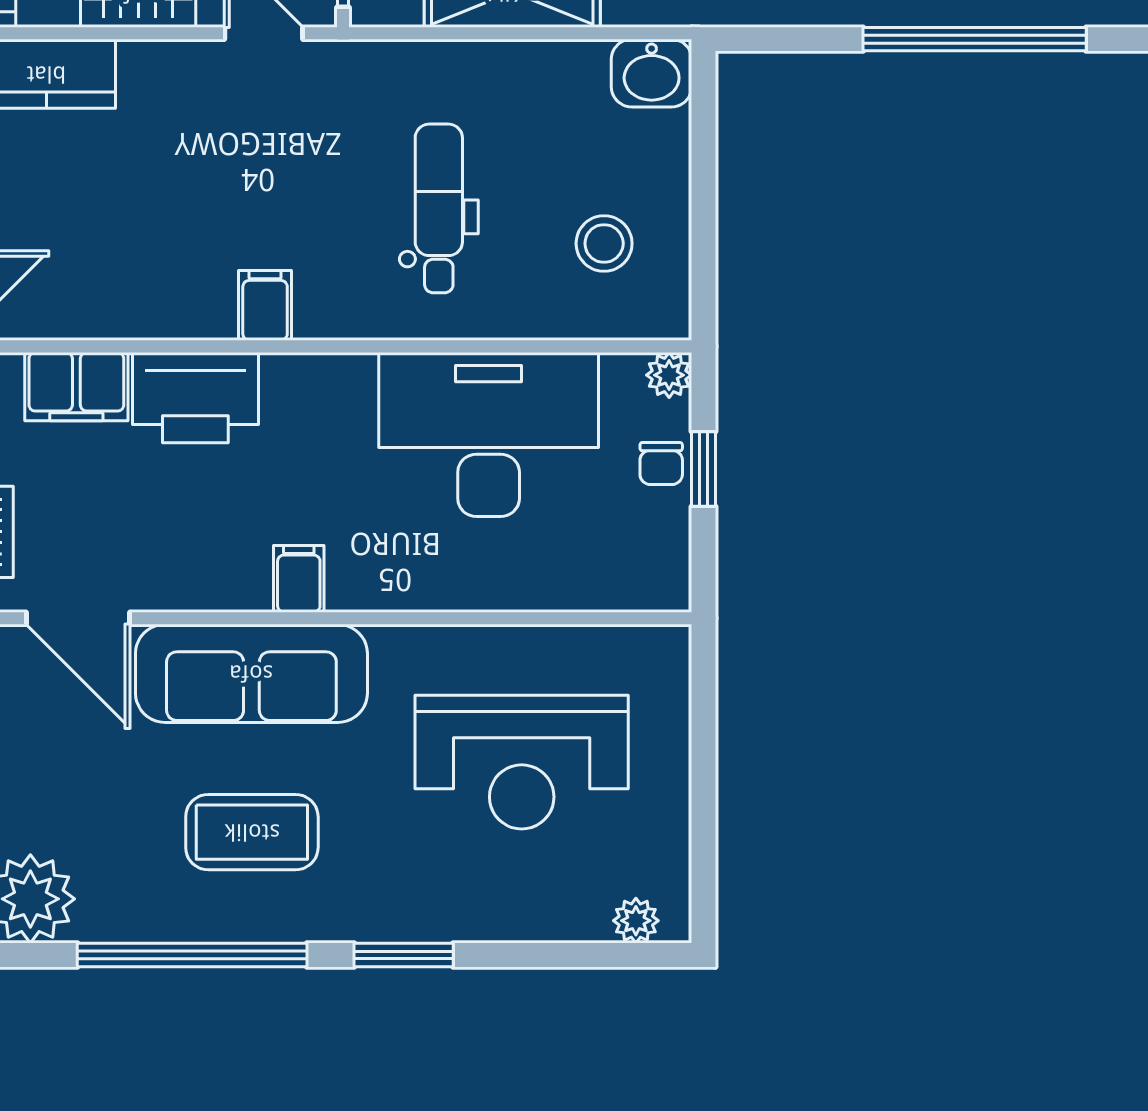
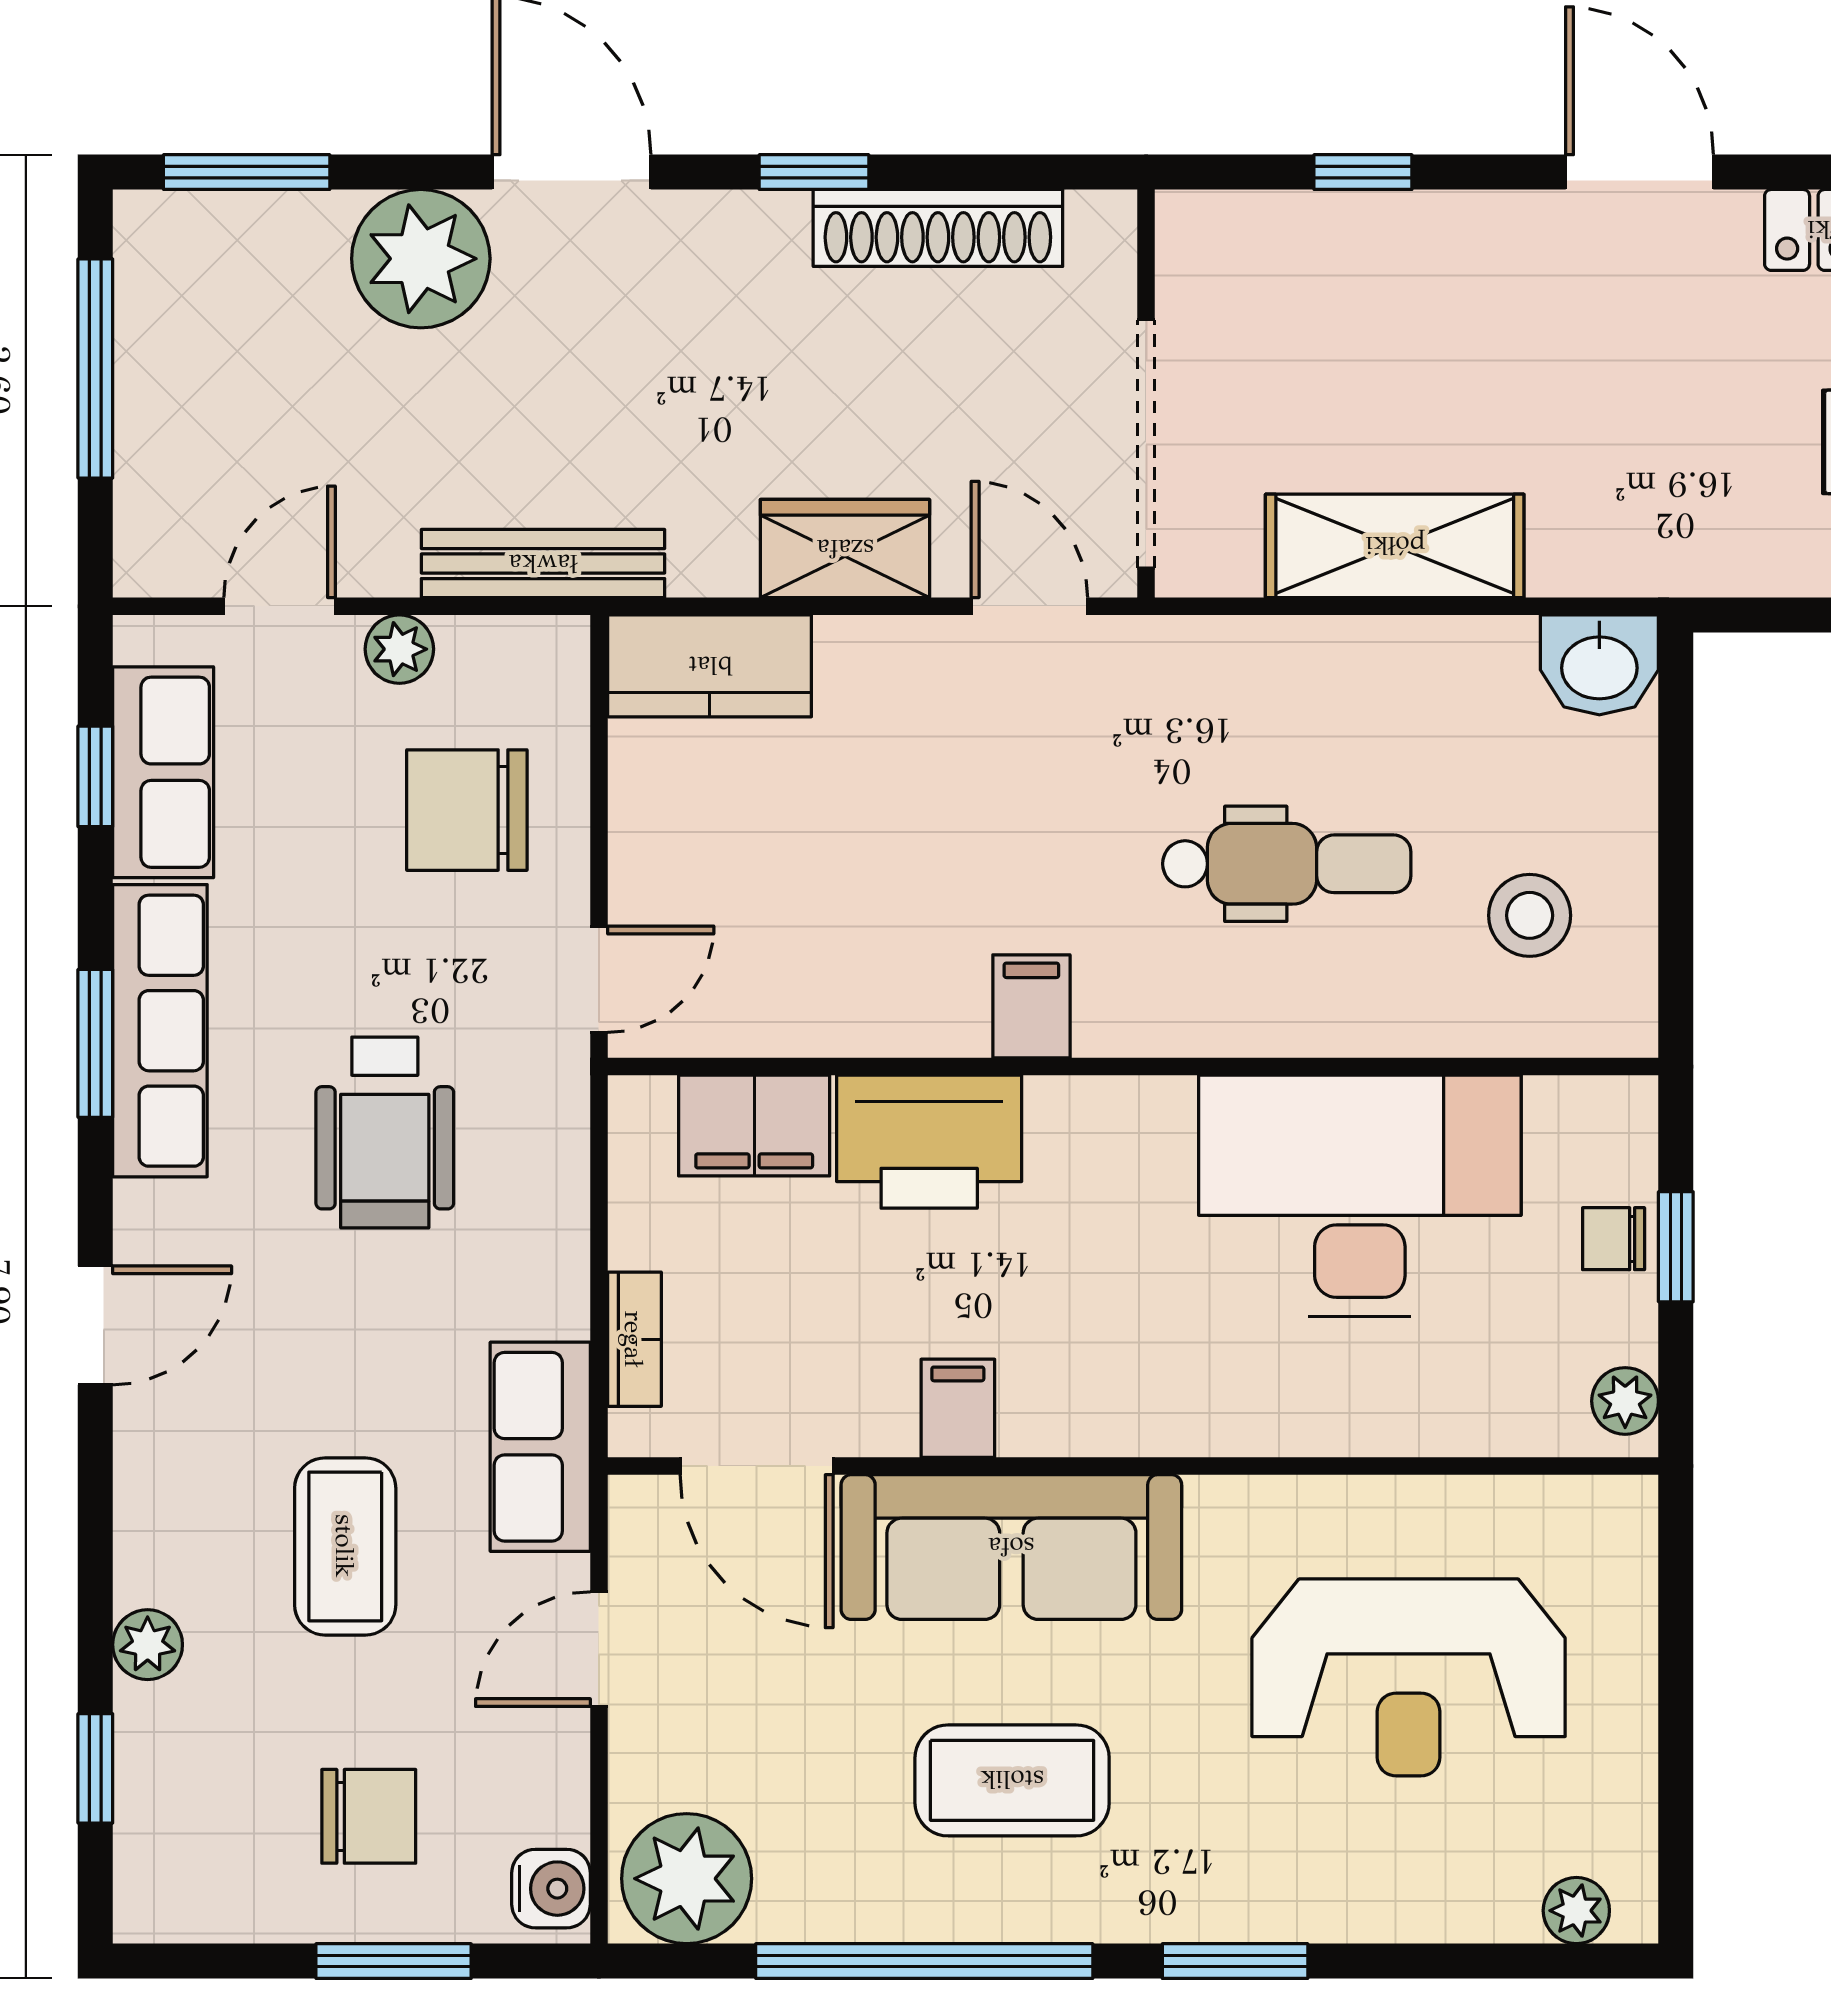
dental chair: (439, 208) -> (1287, 864), turned 90
plant: (669, 375) -> (1625, 1401), moved
chair: (661, 464) -> (1614, 1239), turned 90
filing cabinet: (299, 579) -> (958, 1408), moved

